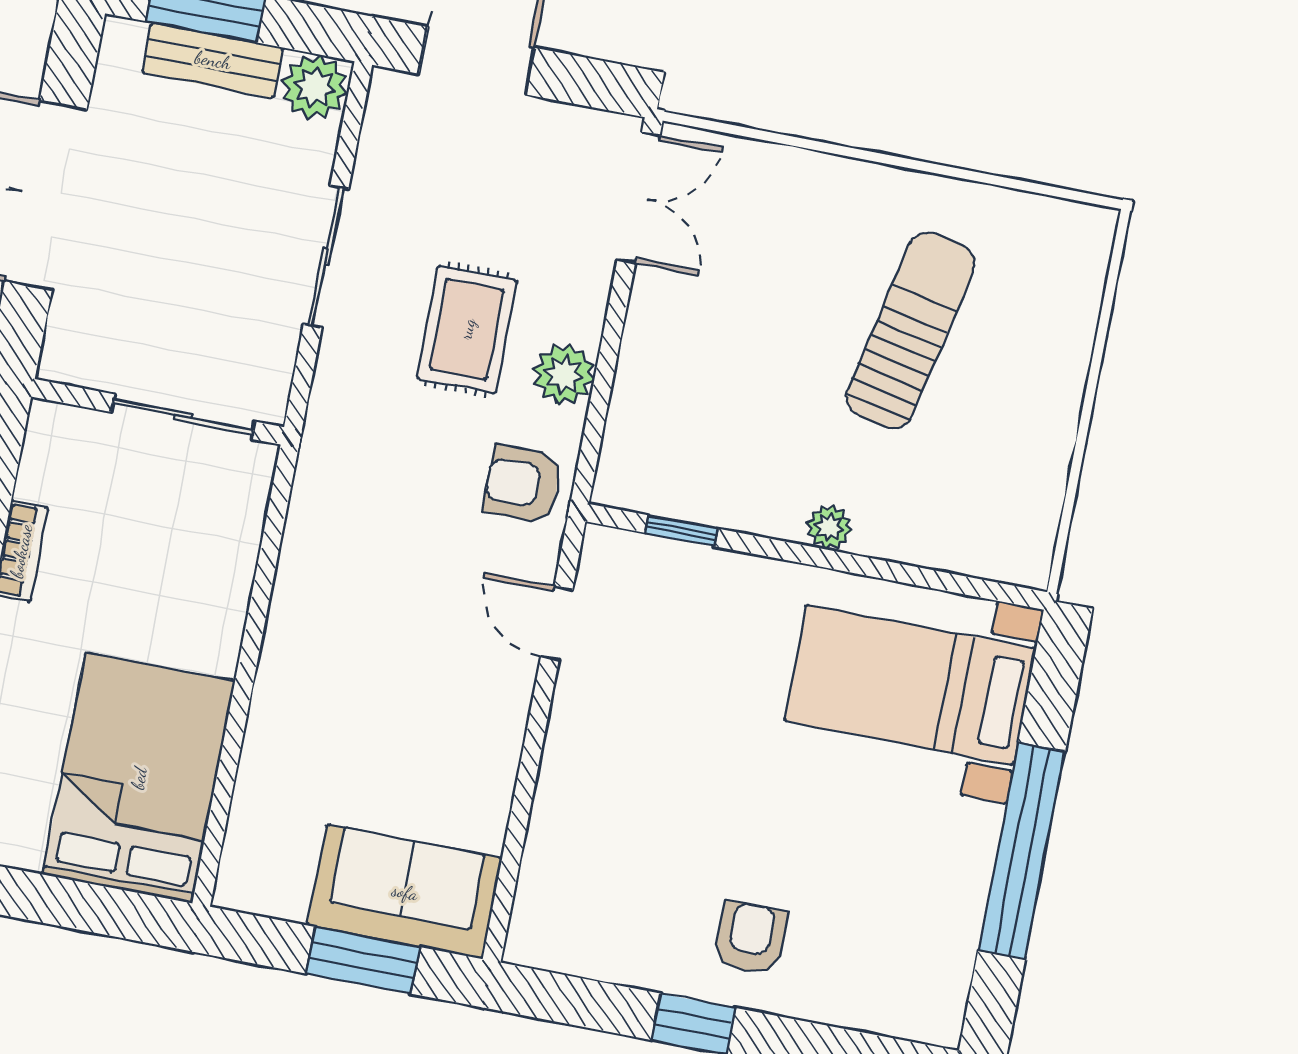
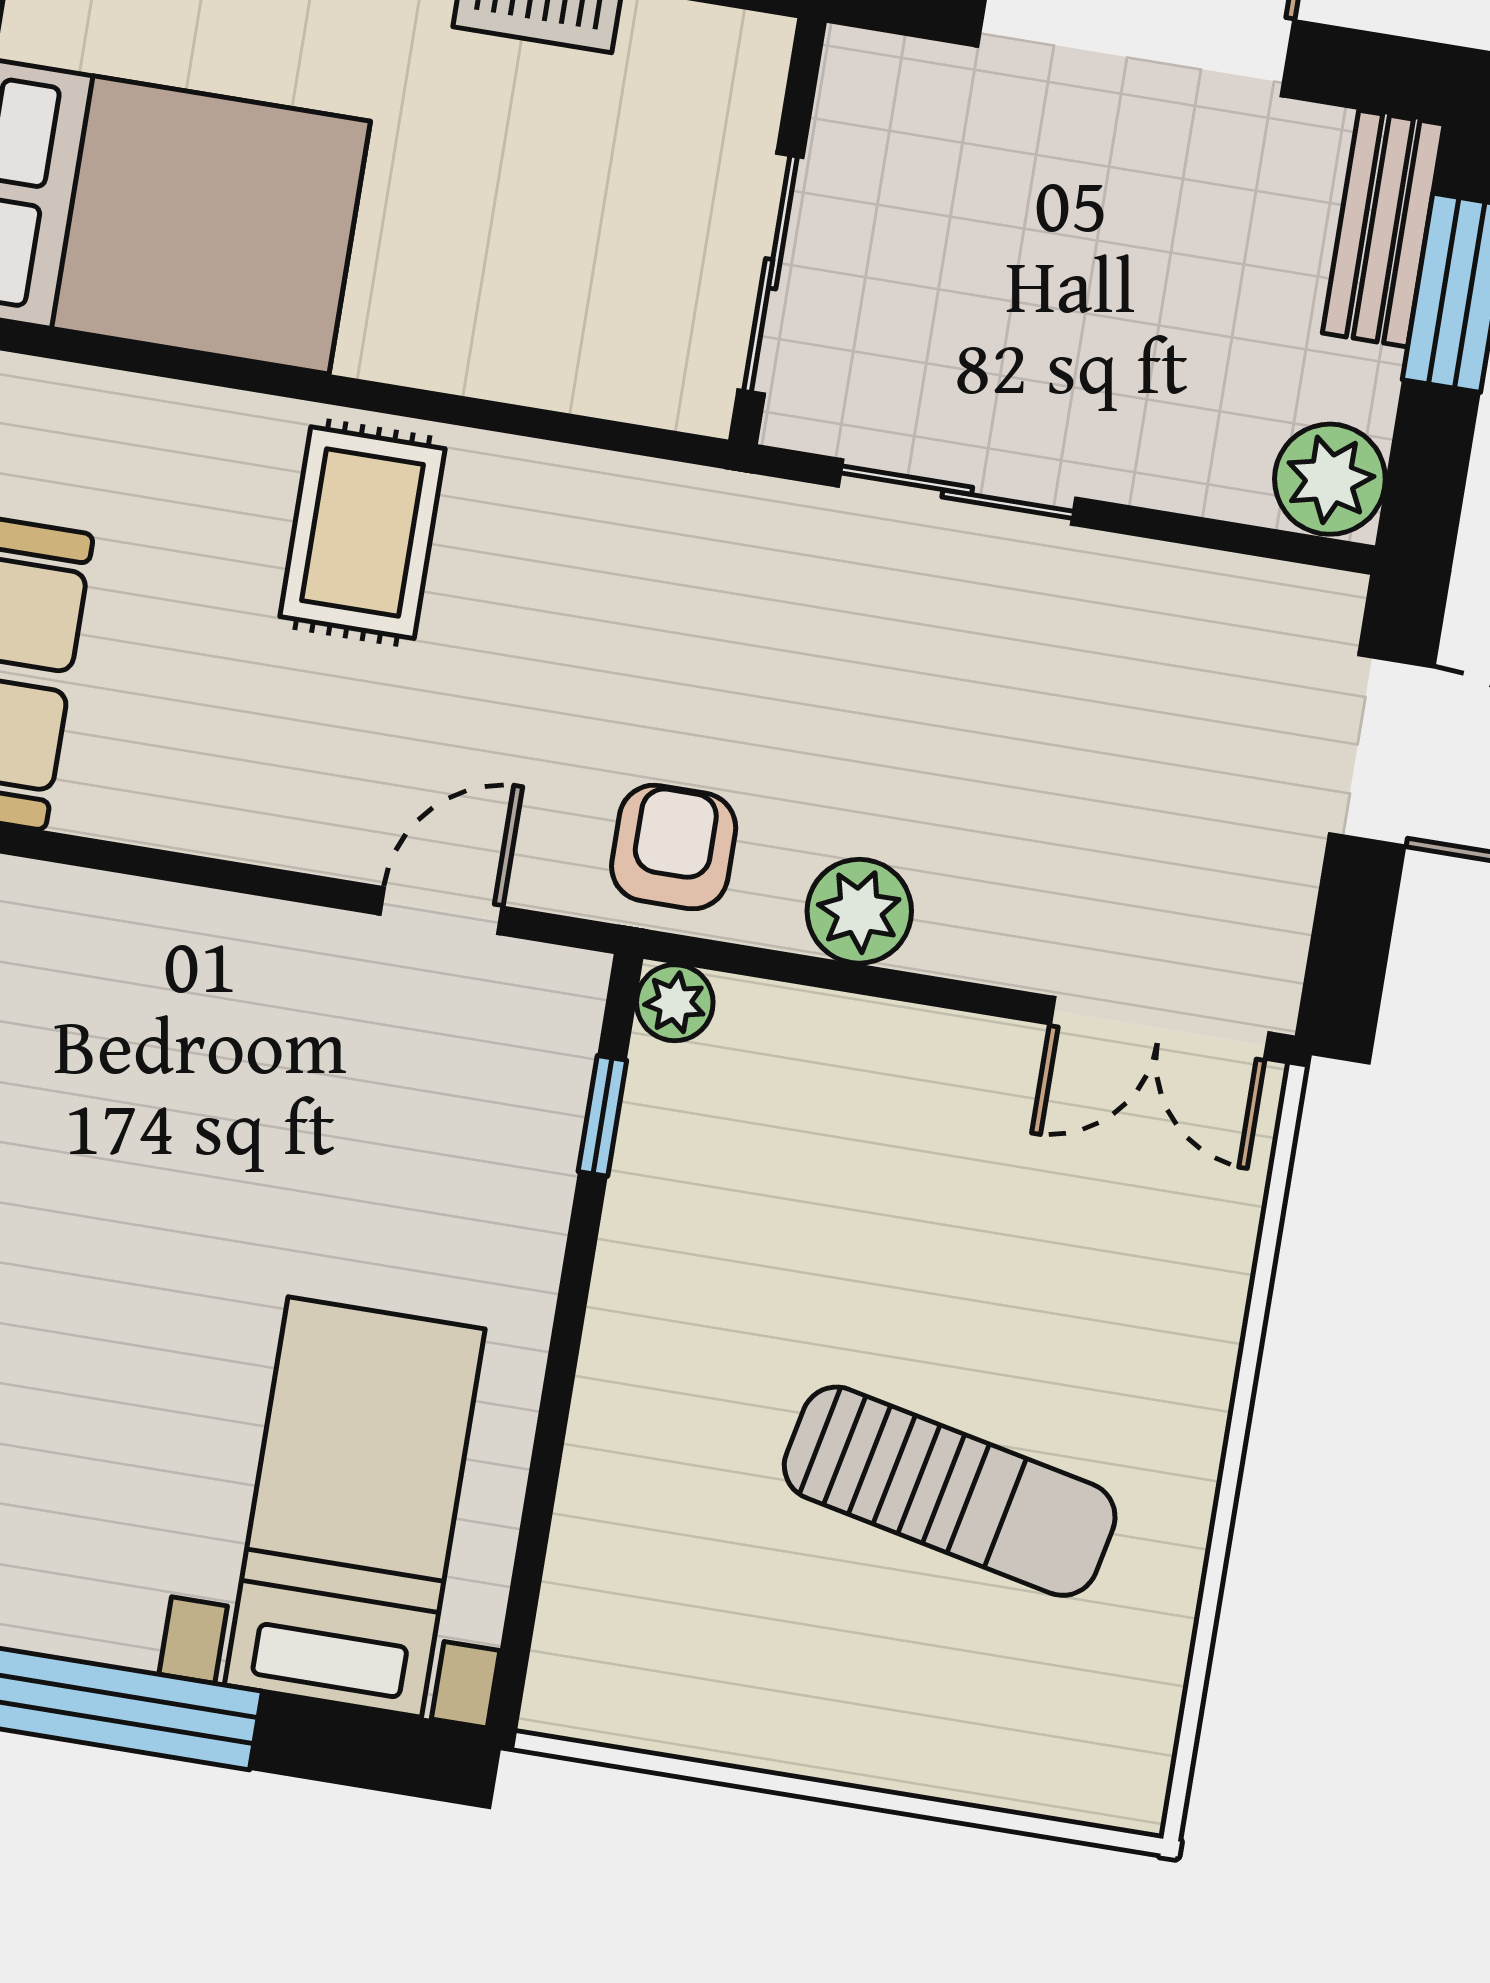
bench: (213, 60) -> (1383, 229), moved
sliding door: (326, 257) -> (957, 492), moved
rug: (467, 329) -> (363, 533), moved, turned 90
plant: (829, 527) -> (675, 1003), moved

